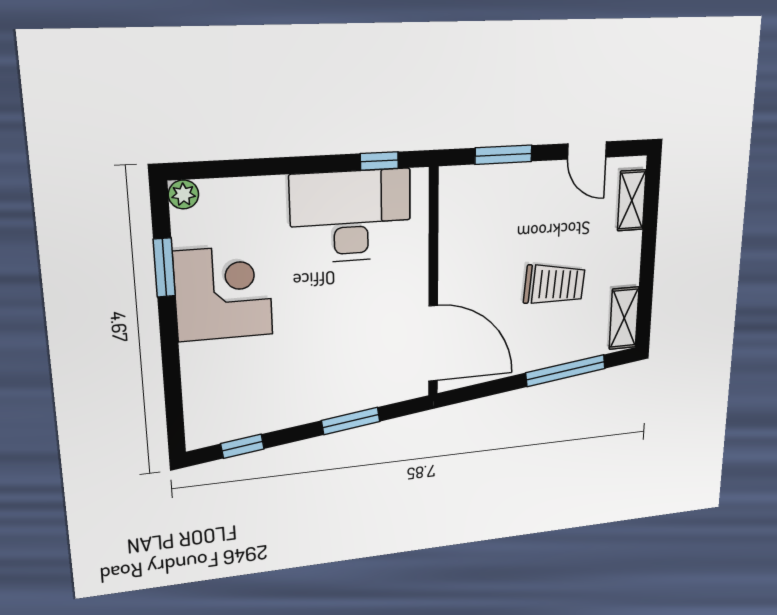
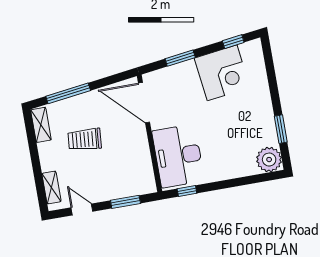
plant: (183, 194) -> (269, 160), width x1.87, depth x1.87
desk: (351, 216) -> (178, 156), moved, turned 90
corner desk: (223, 293) -> (222, 73), moved, turned -97

